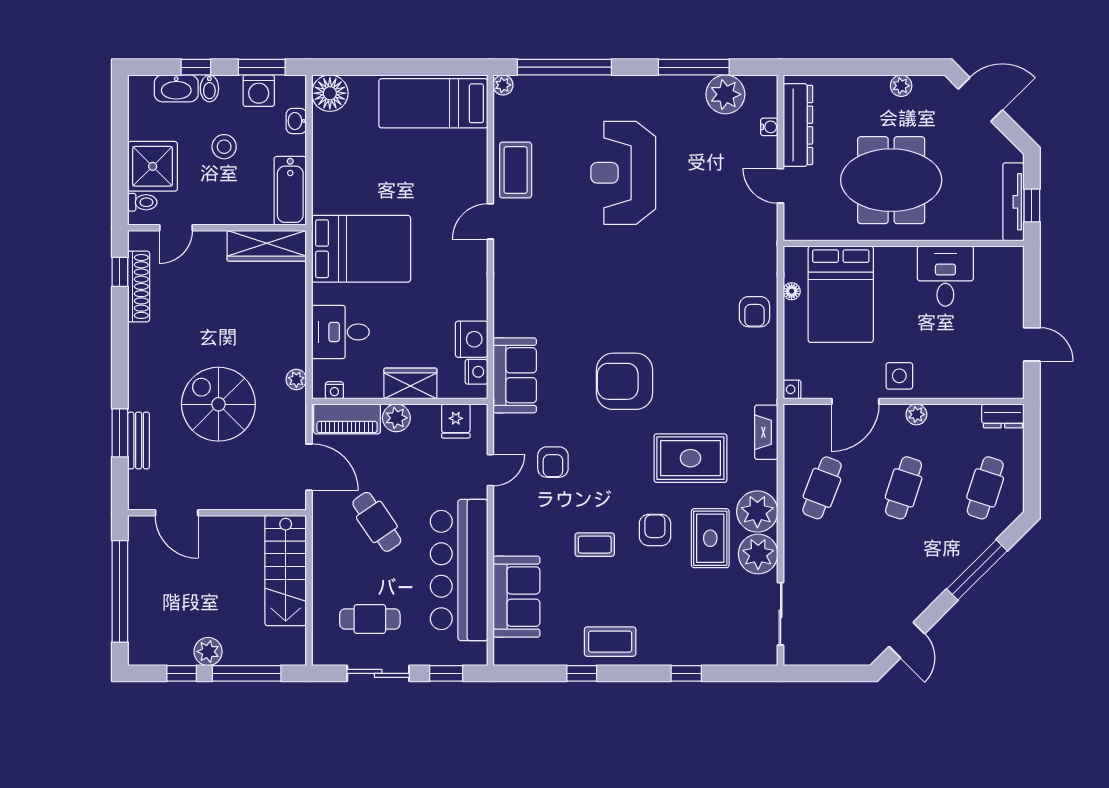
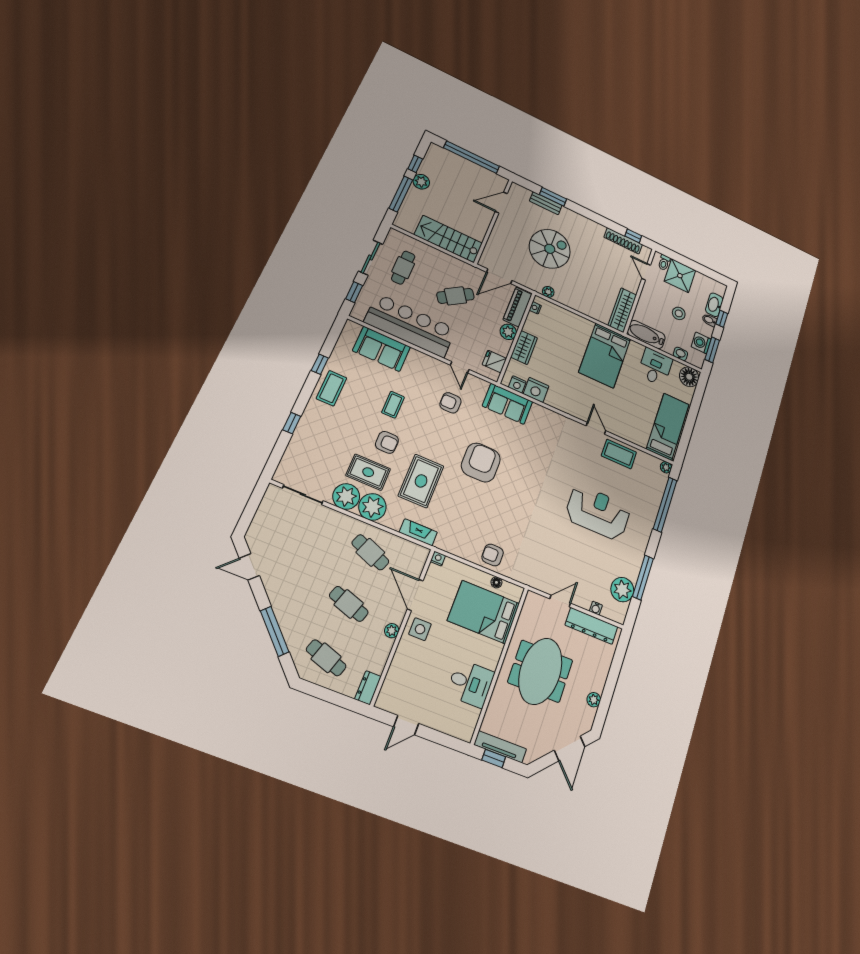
desk: (340, 332) -> (655, 367), moved

